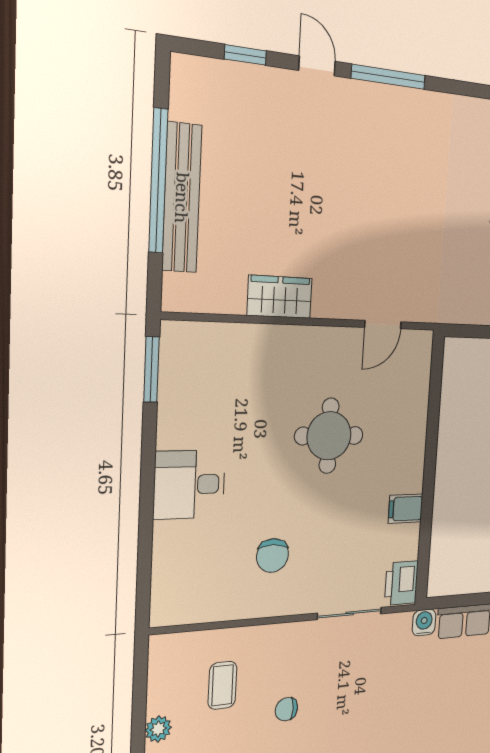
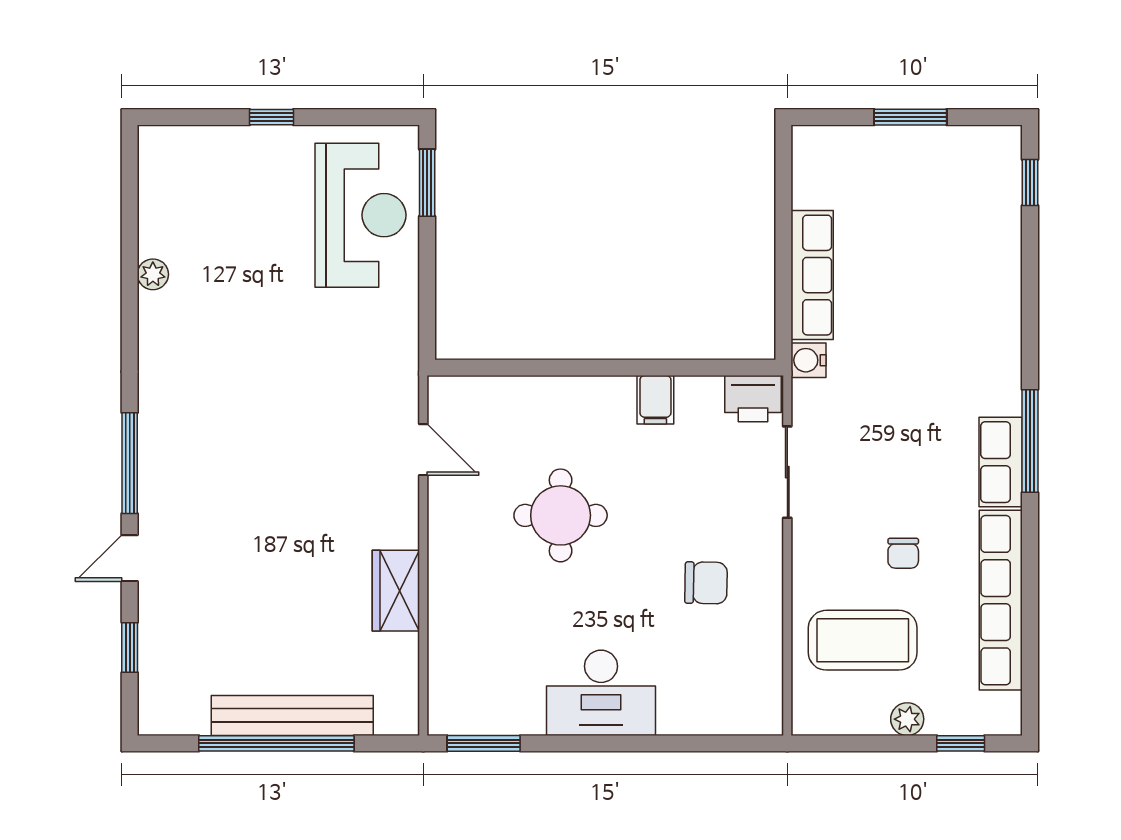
desk: (189, 485) -> (601, 693), width x1.37
coffee table: (222, 685) -> (863, 640), width x1.86, depth x1.72

